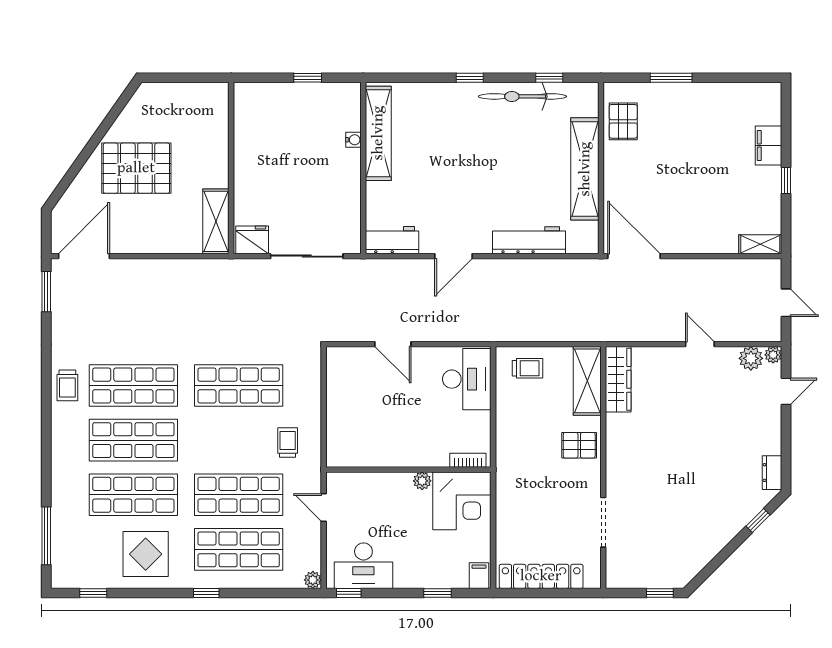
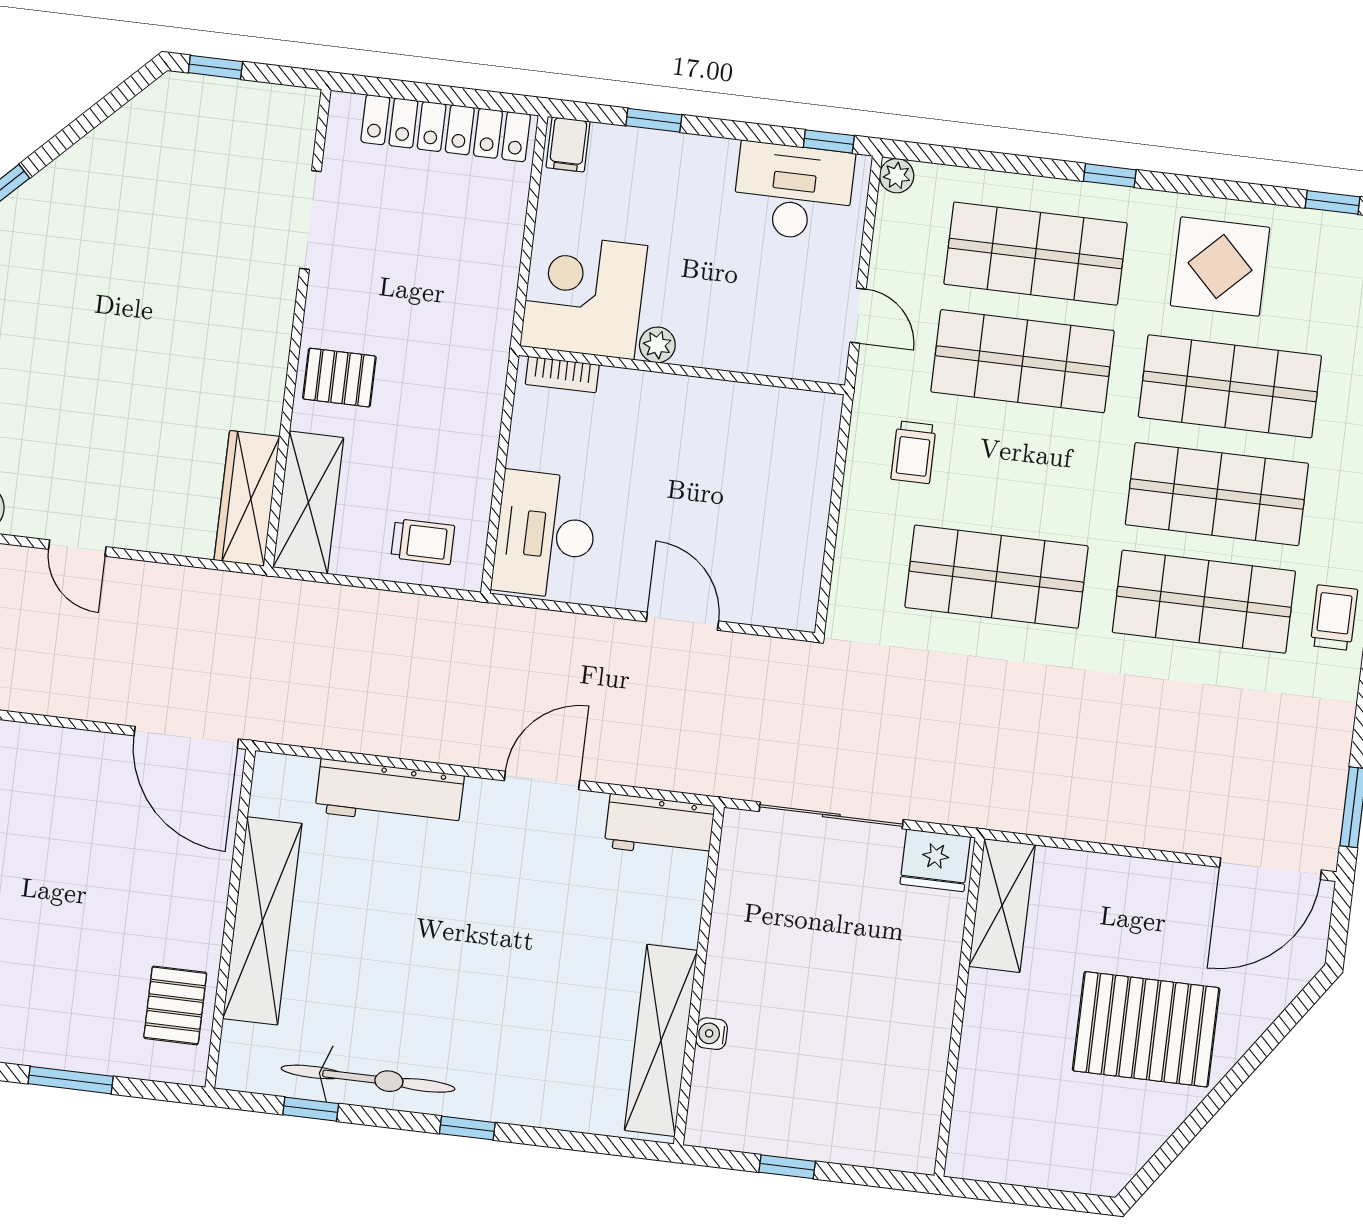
trolley: (528, 368) -> (423, 542), turned 180

